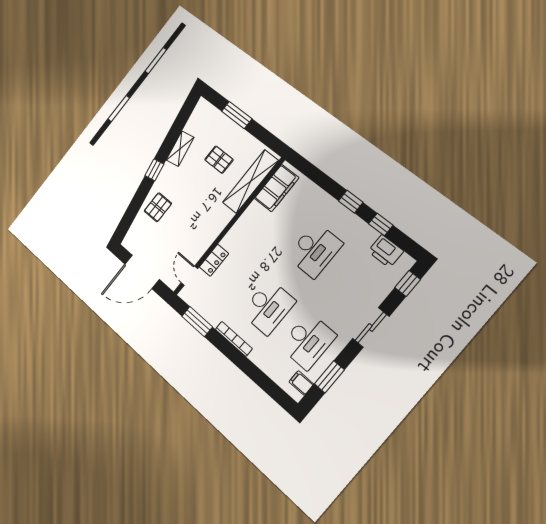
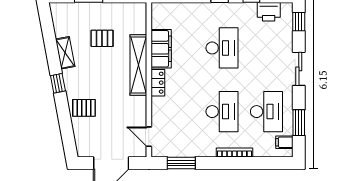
shelving: (250, 182) -> (138, 65), moved
filing cabinet: (277, 188) -> (161, 49), moved
pallet: (158, 207) -> (84, 108), turned 90
locker: (214, 260) -> (158, 83), moved
bookcase: (234, 339) -> (234, 153), moved

